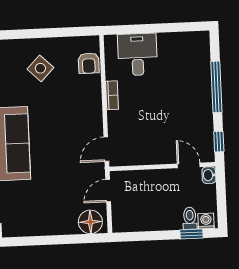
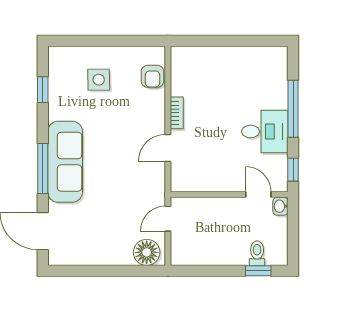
desk: (137, 54) -> (265, 131), moved, turned 90
side table: (40, 68) -> (99, 80), turned 45
door: (106, 149) -> (168, 148), moved
washing machine: (206, 221) -> (275, 257), removed

